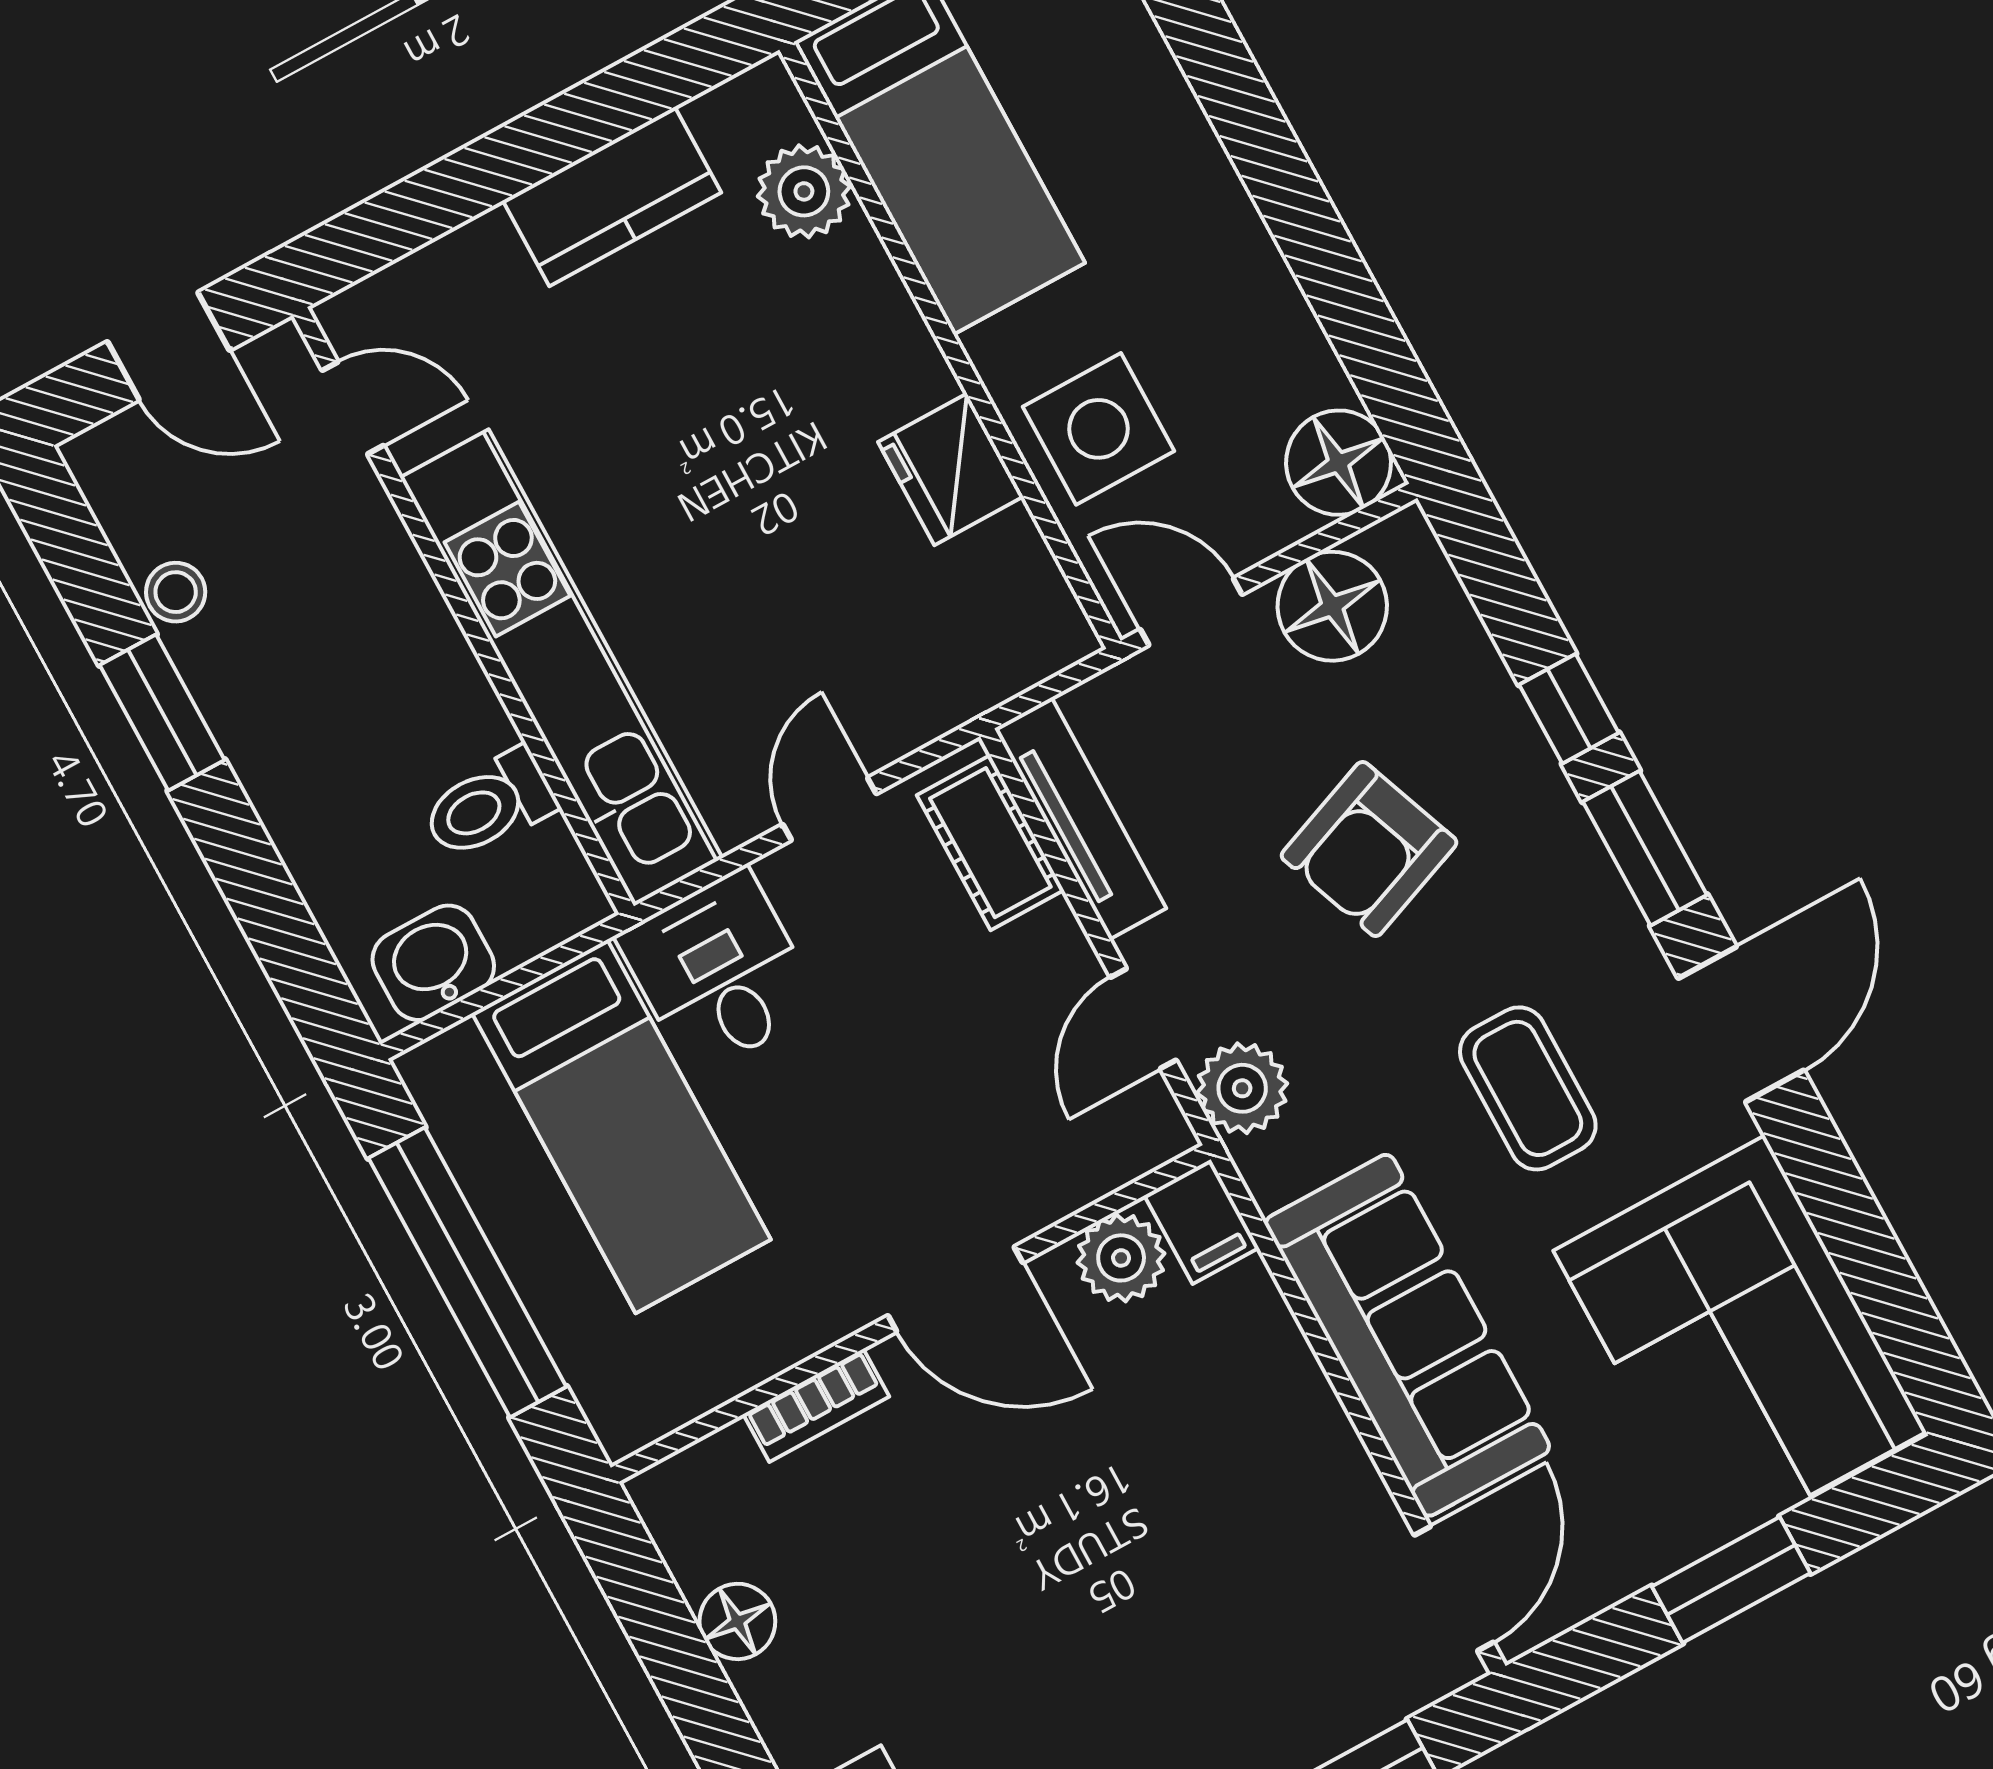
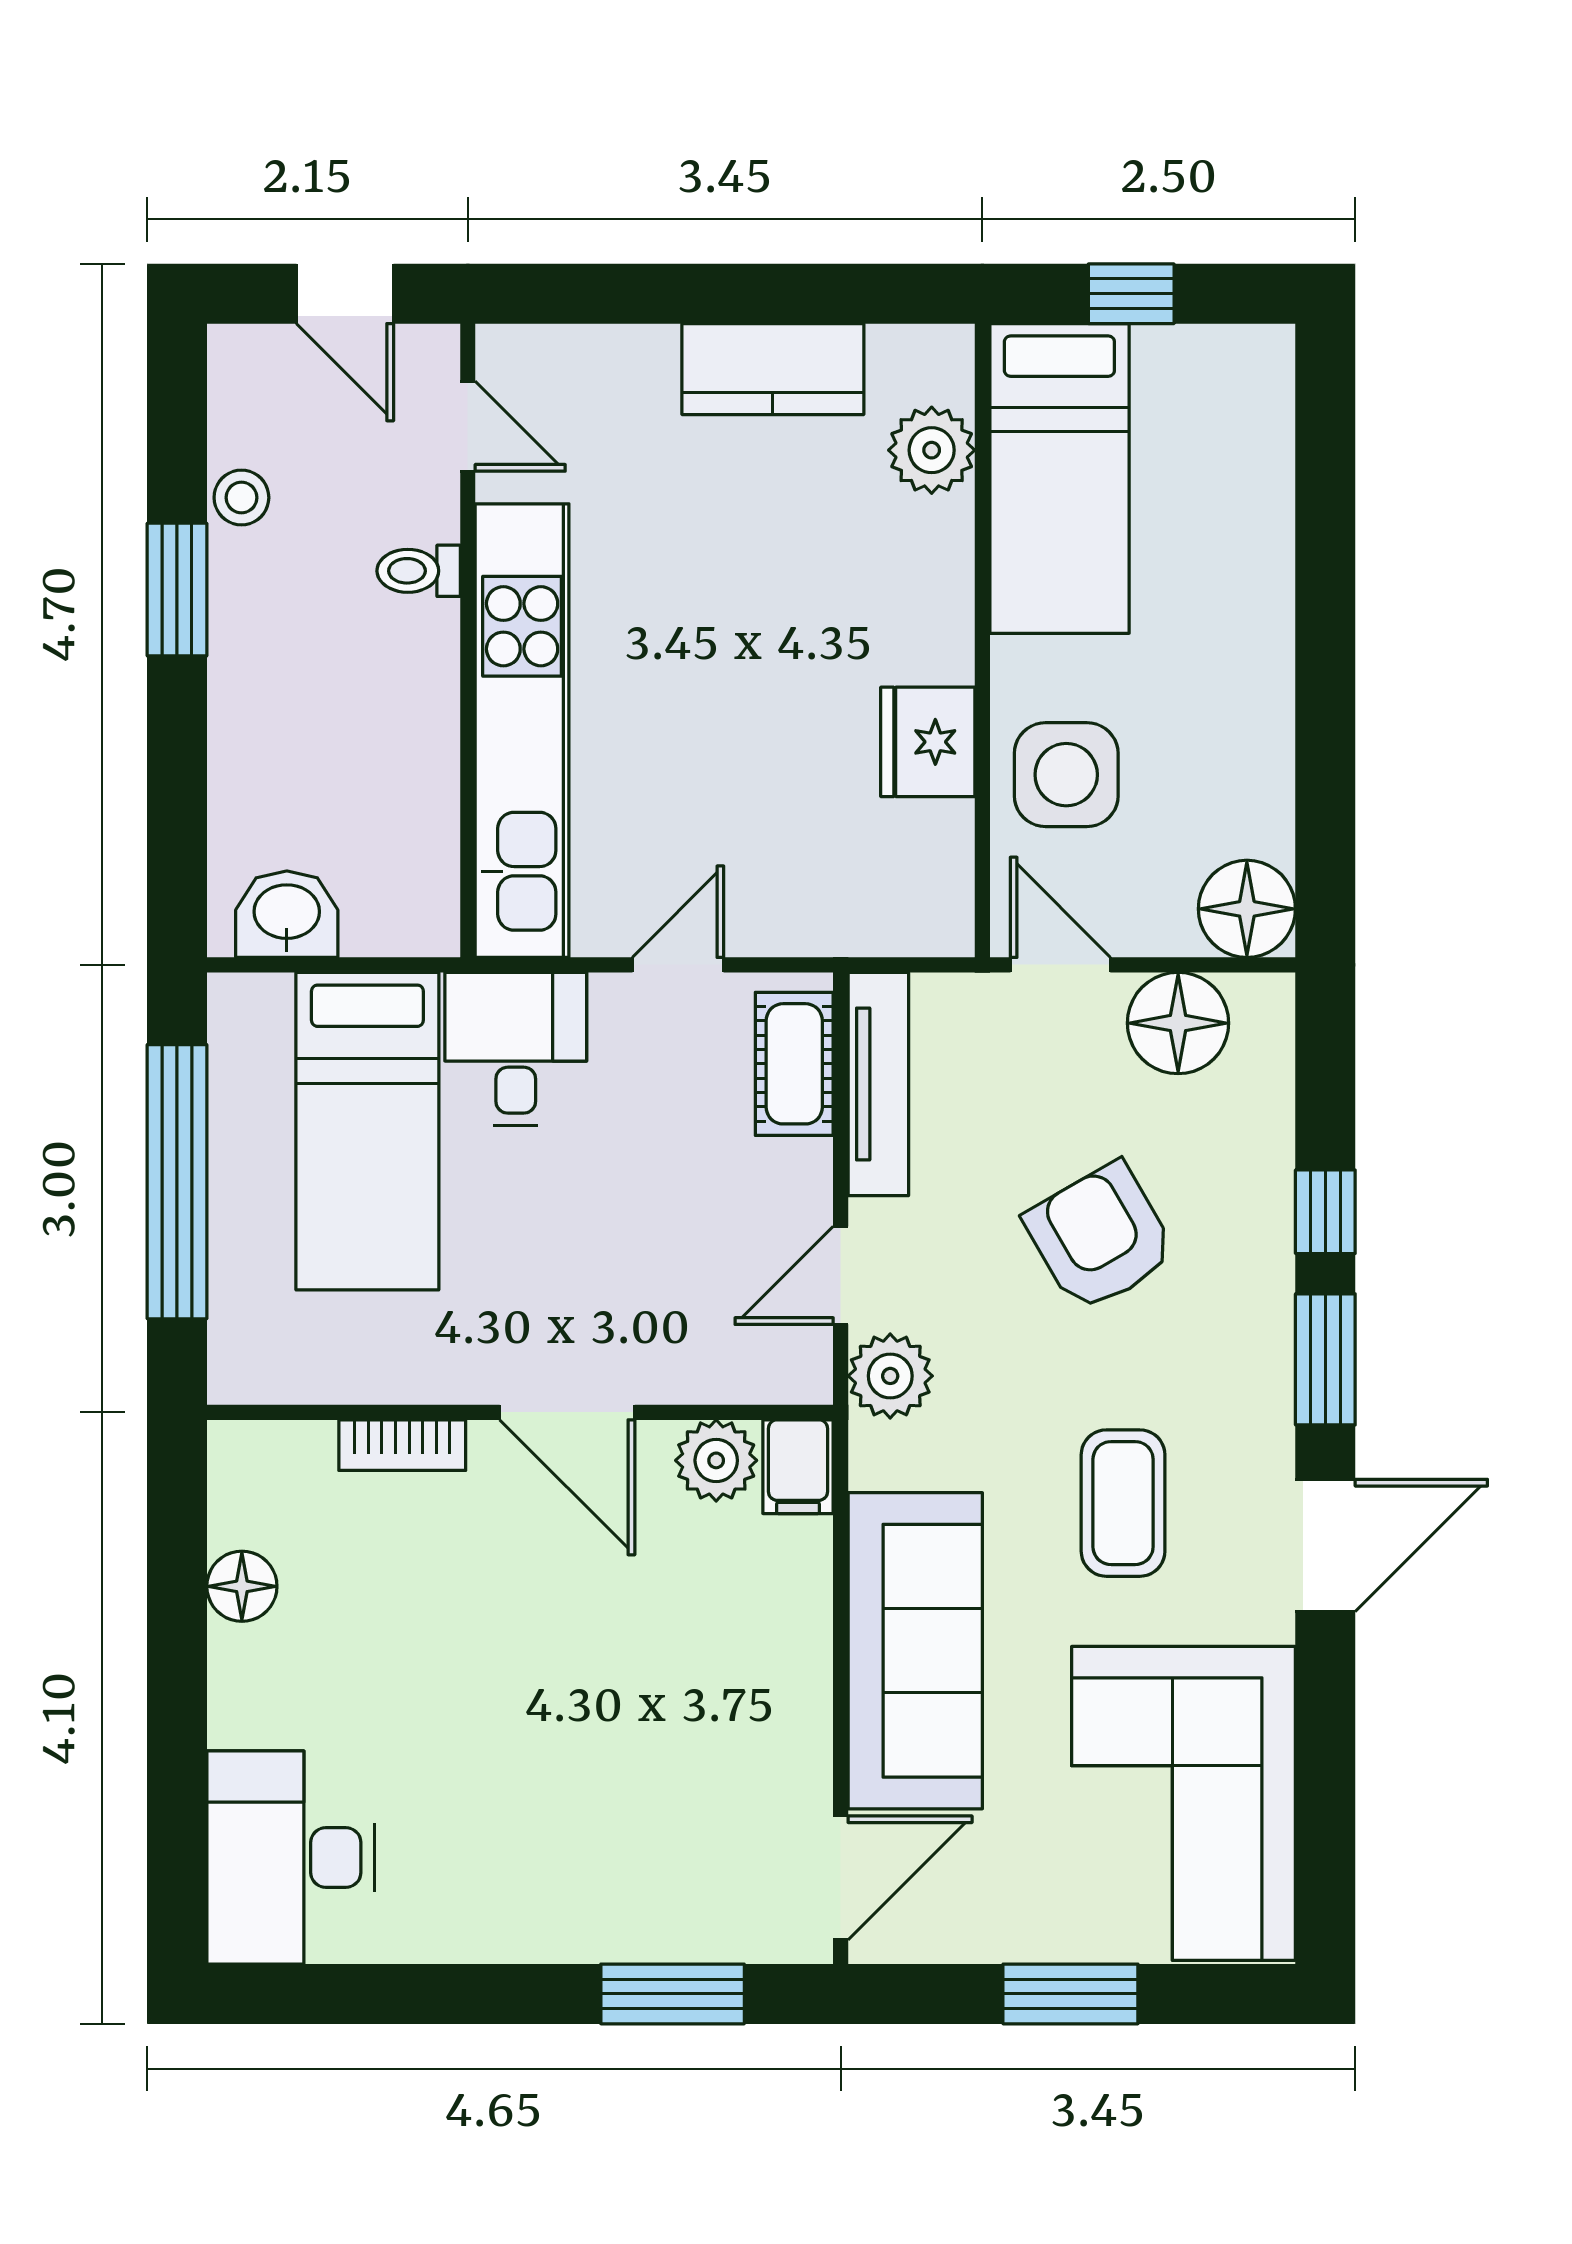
toilet: (489, 805) -> (419, 571), moved, width x0.73, depth x0.72
armchair: (1369, 849) -> (1100, 1237), turned 81

